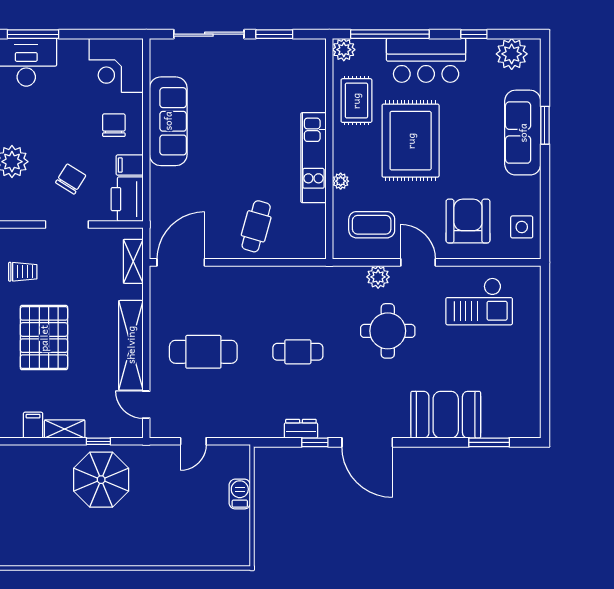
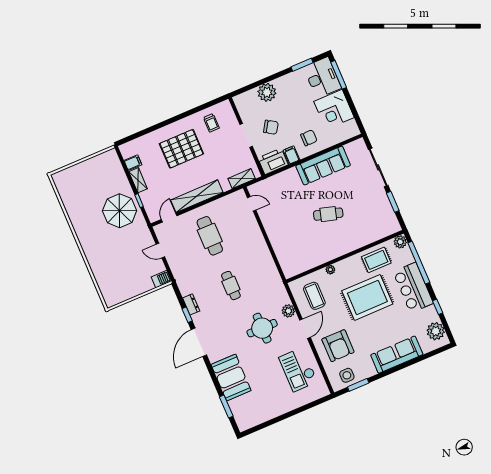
corner desk: (116, 65) -> (334, 109), moved, turned -90
window: (545, 125) -> (358, 385), moved
kitchen unit: (313, 158) -> (337, 250), removed
armchair: (468, 221) -> (338, 346), turned 90
cafe table: (256, 226) -> (328, 214), moved
door: (181, 262) -> (252, 204), width x0.53
barbecue: (240, 494) -> (161, 279), moved

